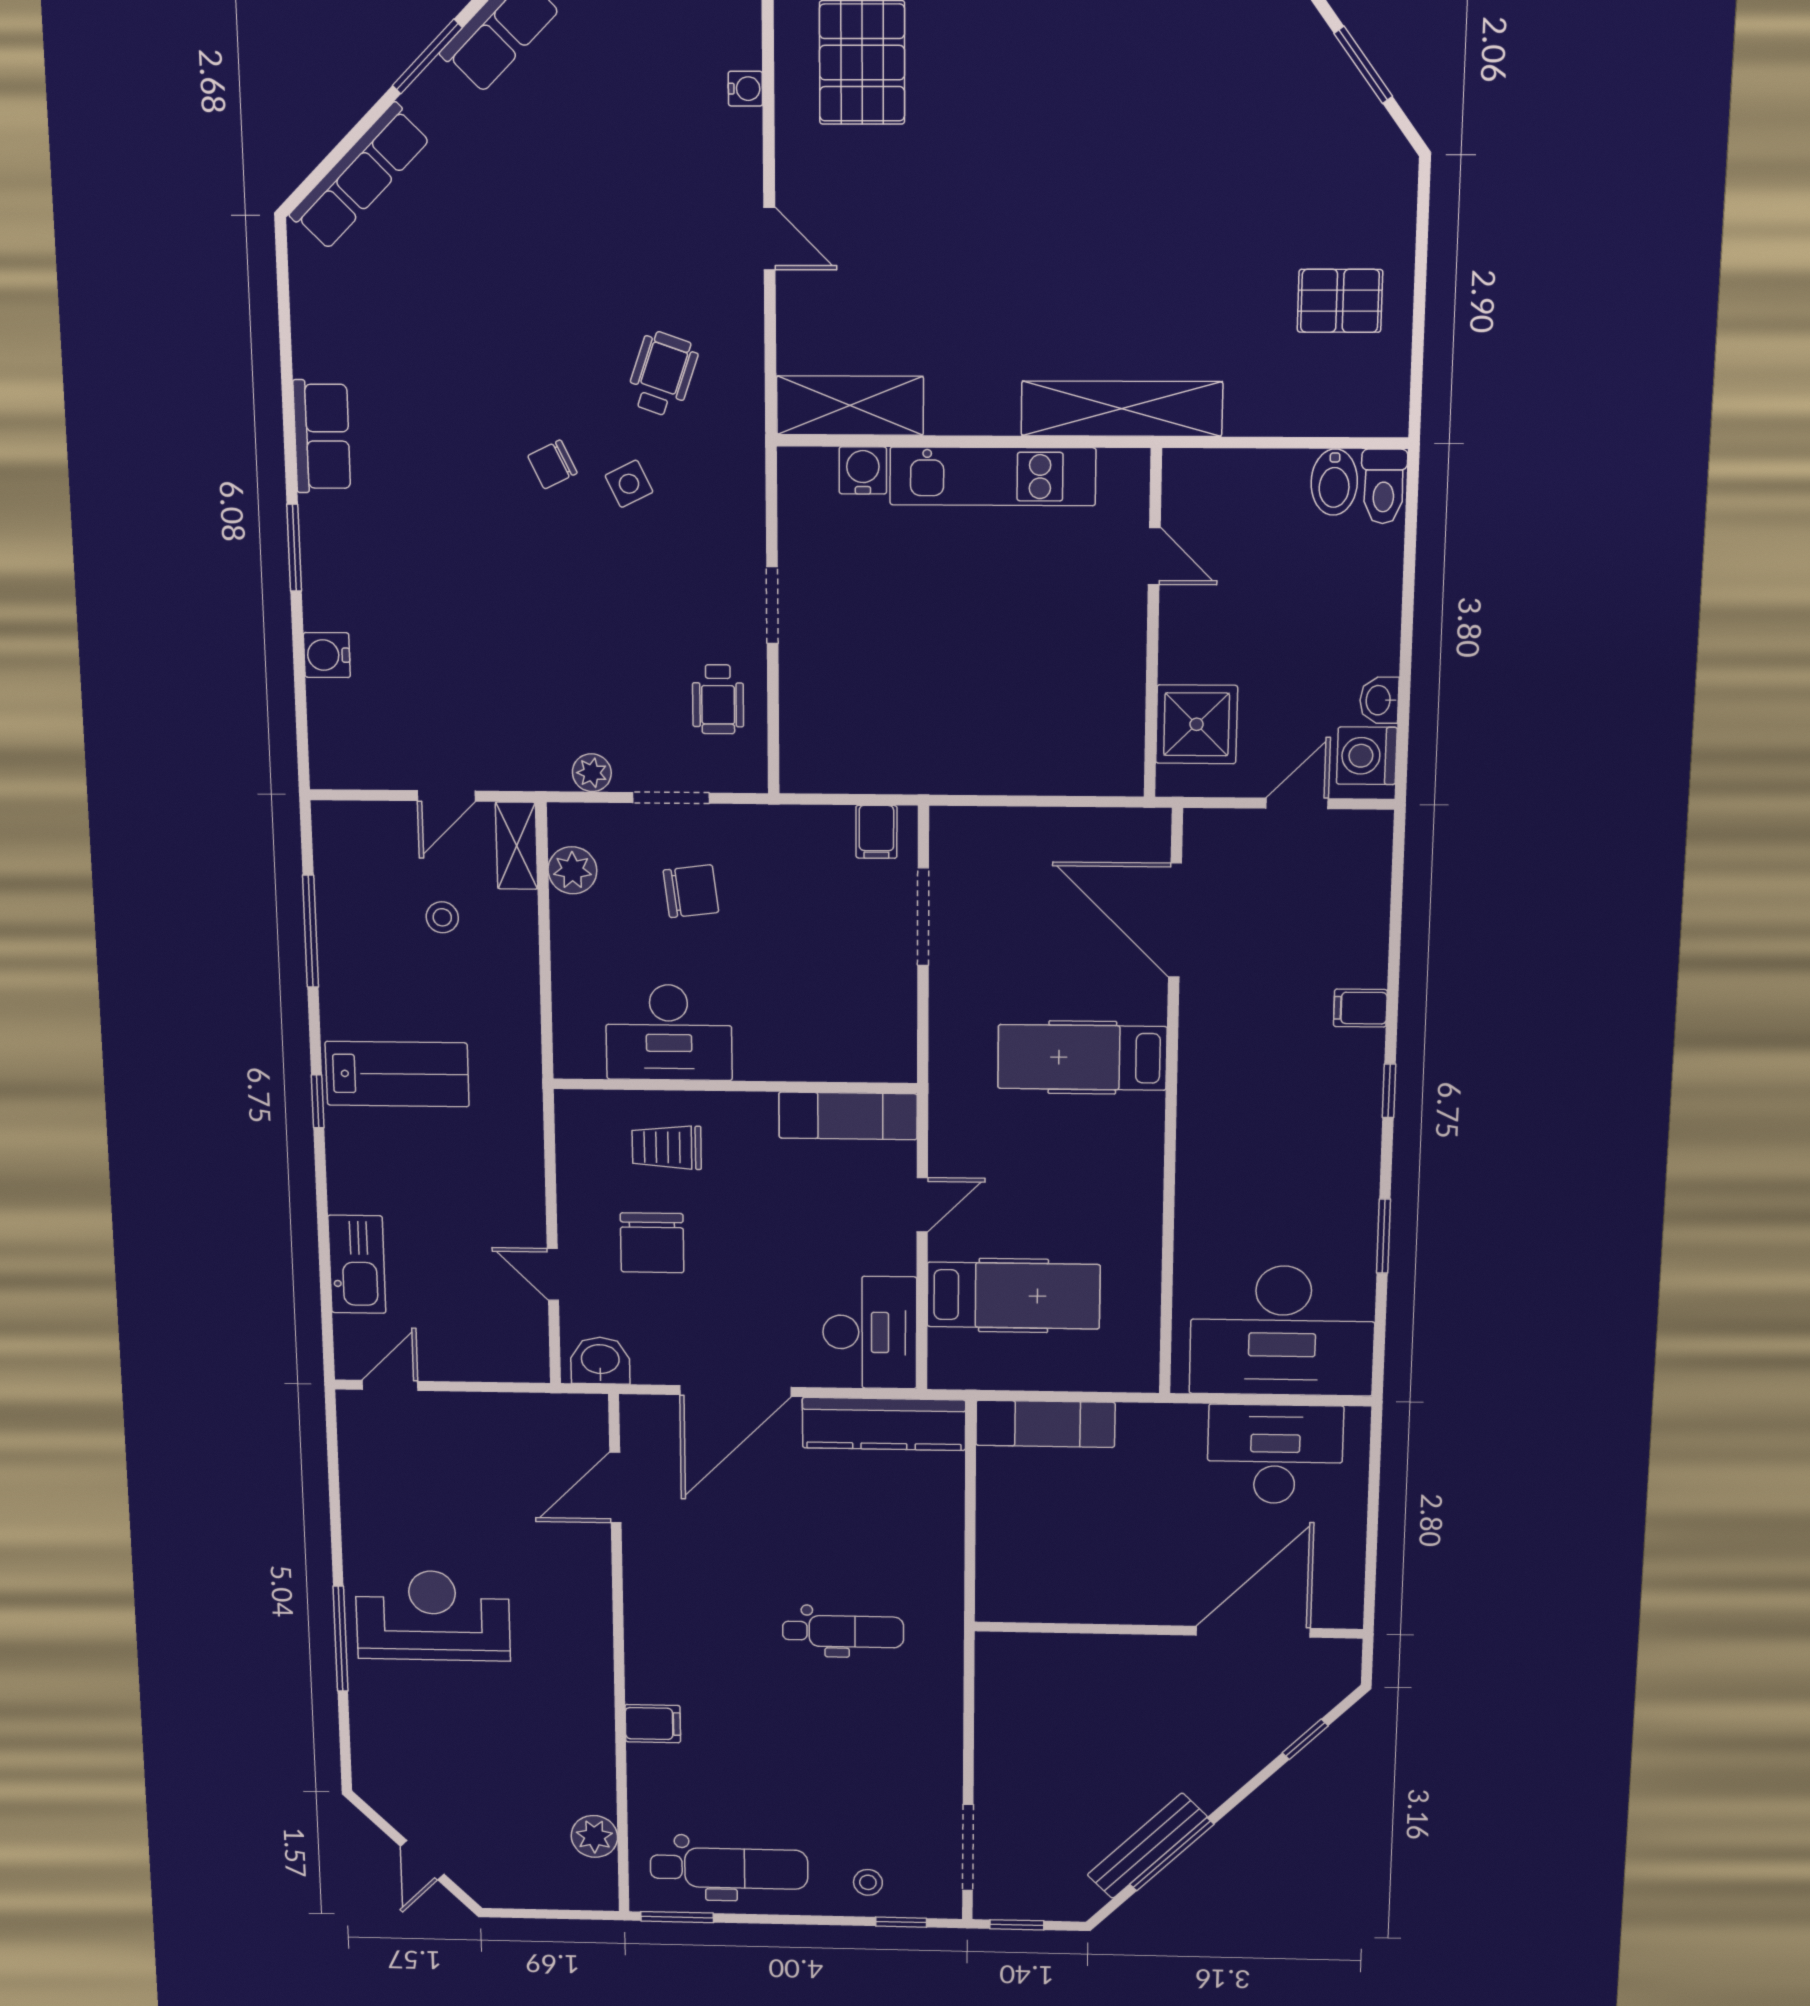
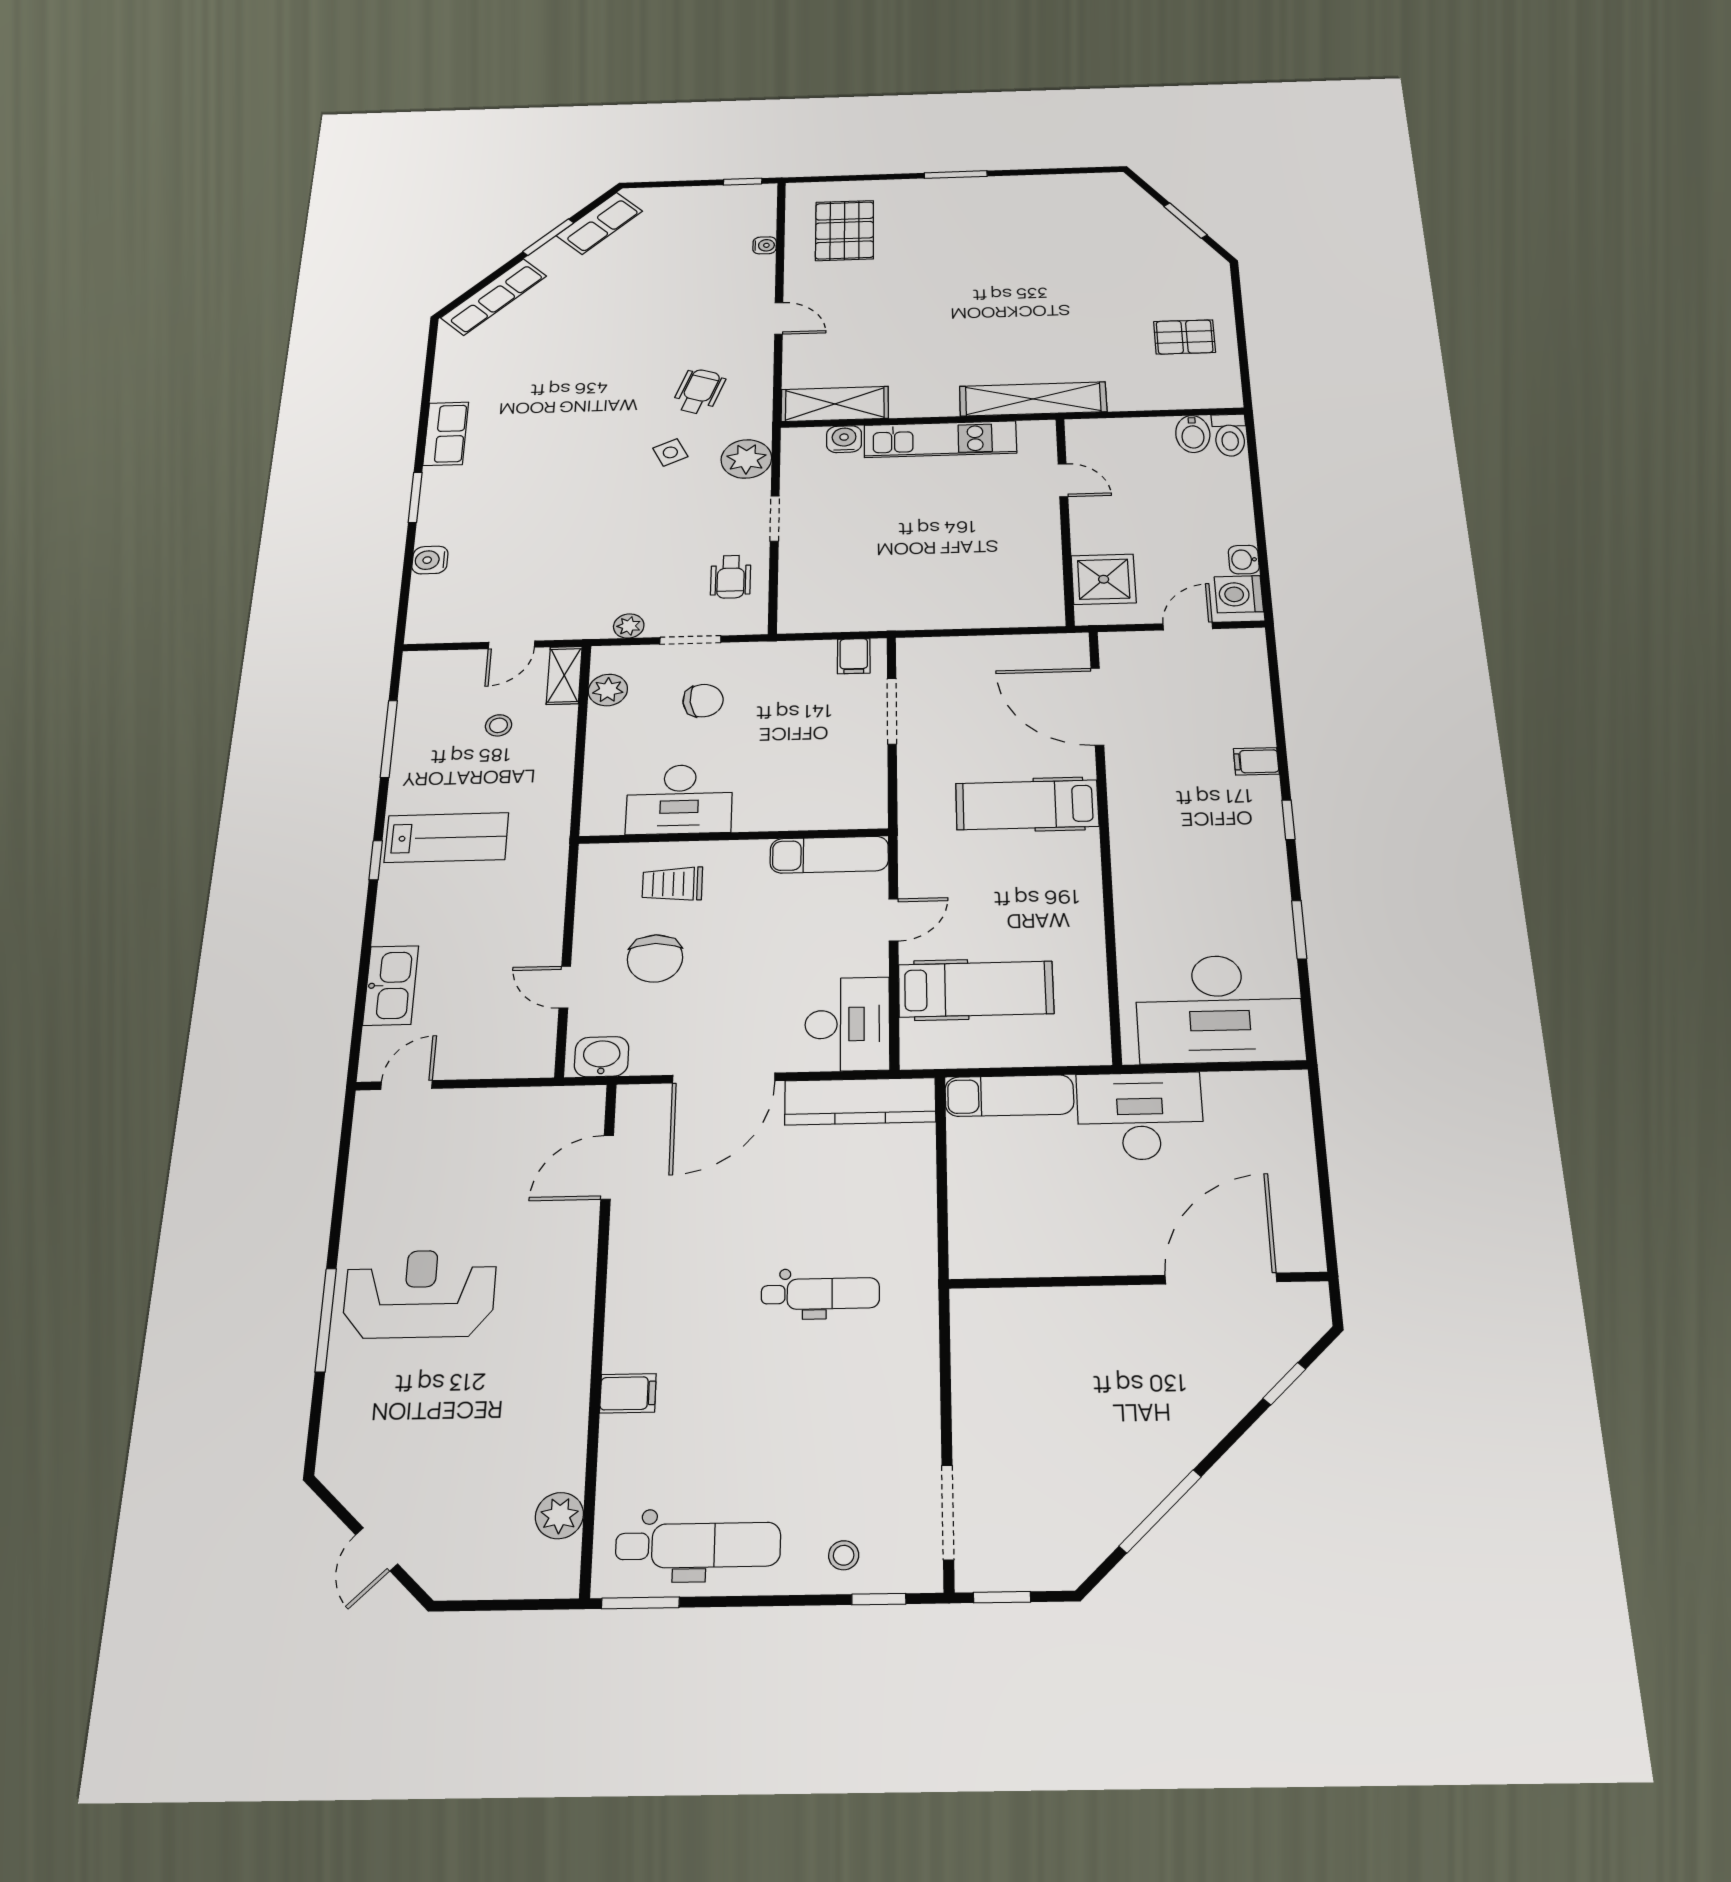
chair: (552, 464) -> (614, 444), removed
plant: (732, 500) -> (746, 459), added
desk: (1275, 1454) -> (1140, 1116), moved
bench: (1147, 1846) -> (1134, 1503), removed

